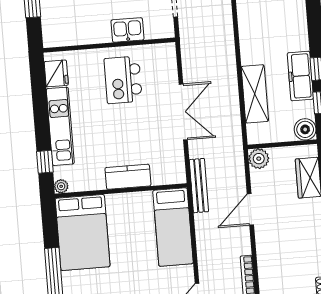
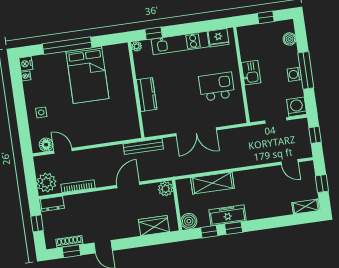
kitchen sink: (127, 30) -> (251, 73), moved
door: (250, 209) -> (128, 185), hinge flipped
bed: (173, 227) -> (112, 129), removed
bed: (83, 232) -> (87, 75), moved, turned -90

